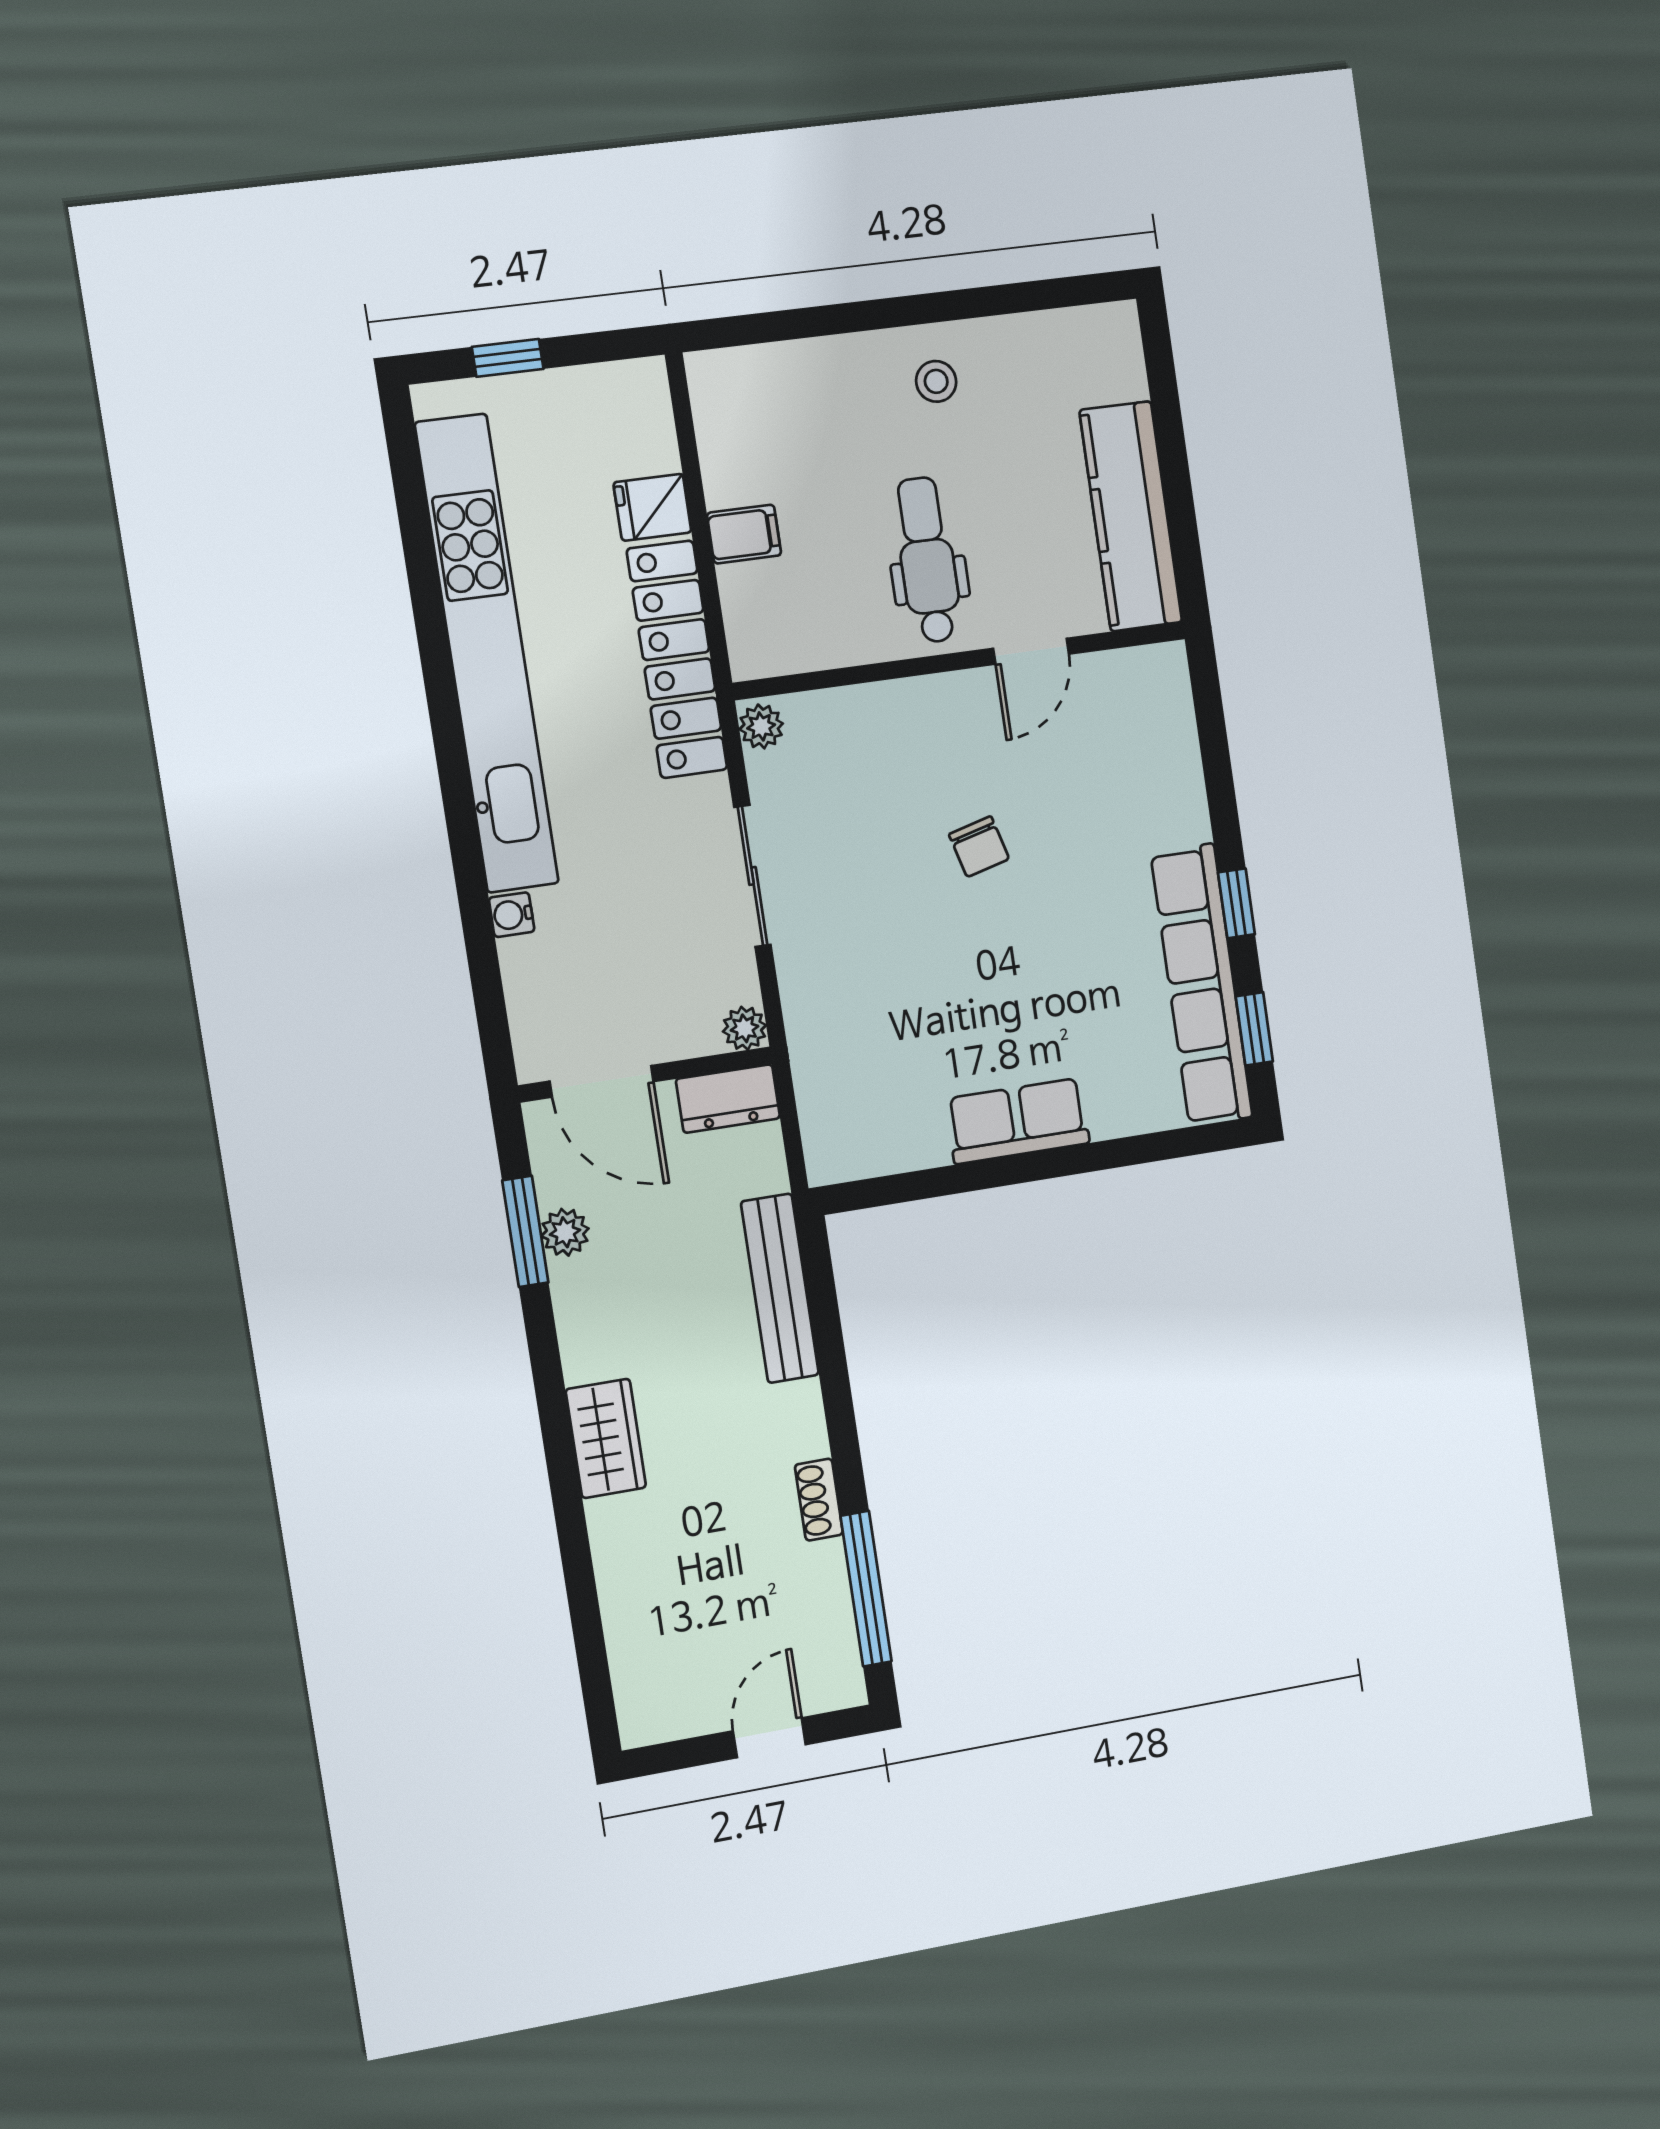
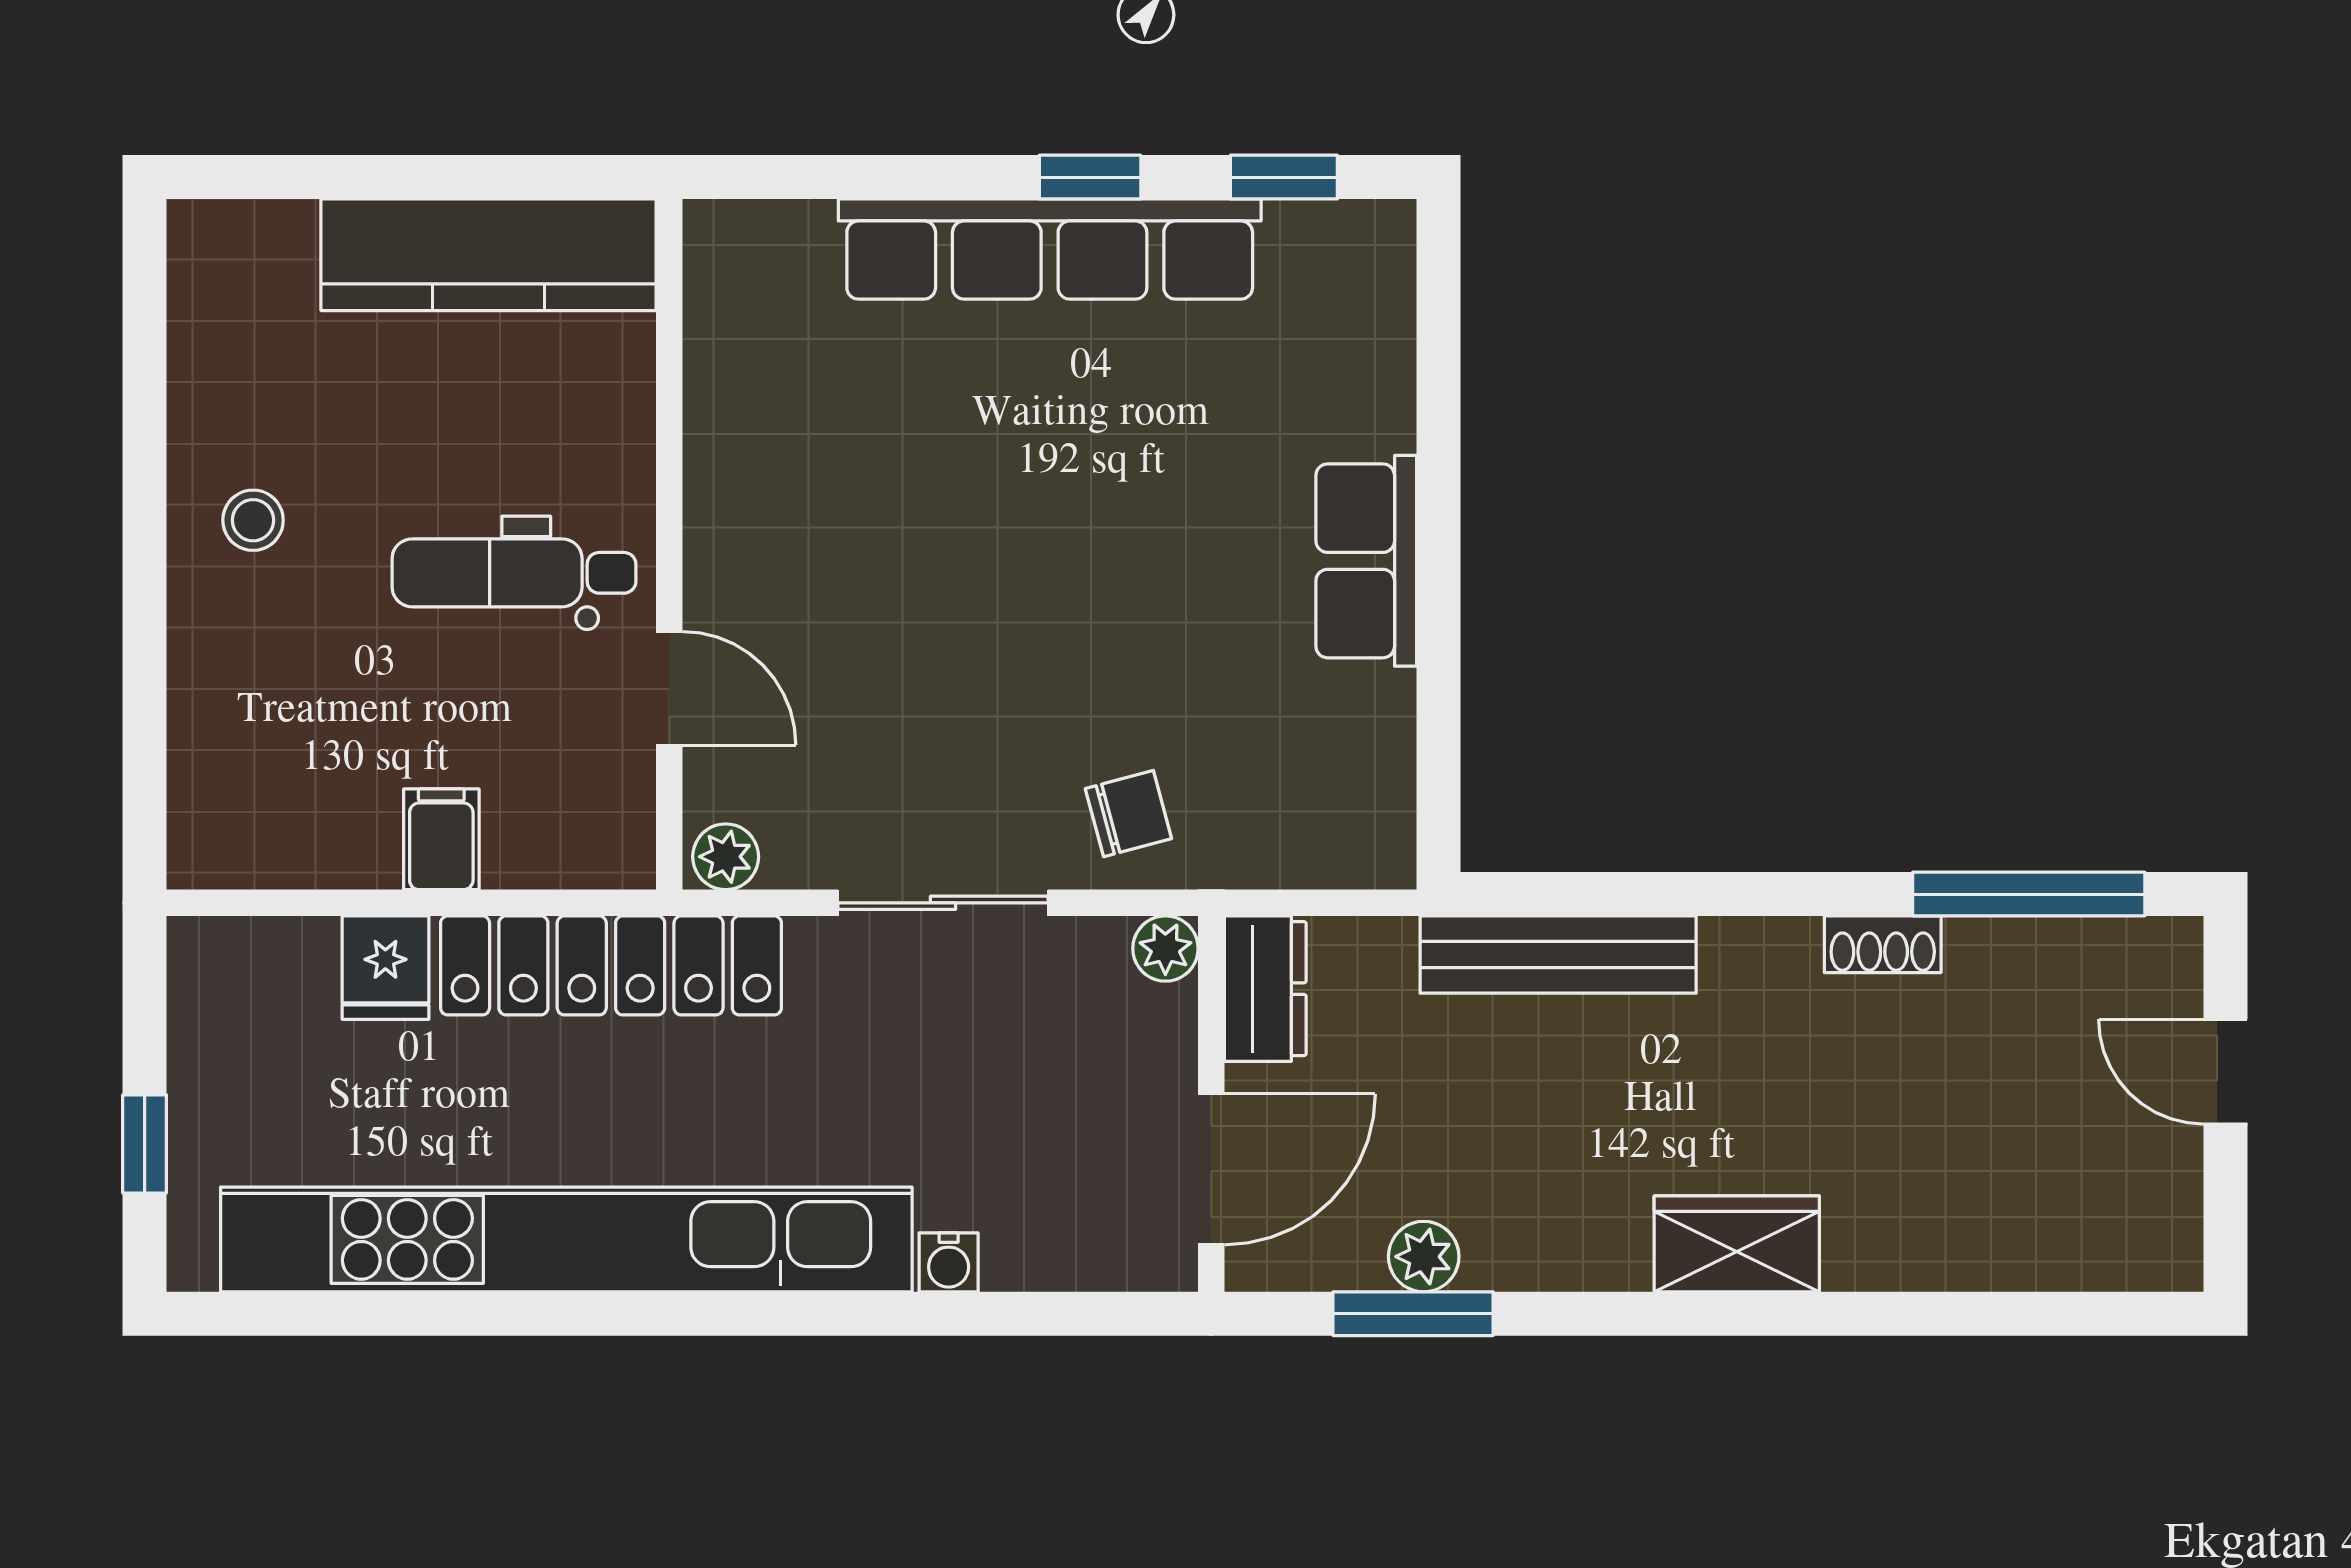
door: (1031, 651) -> (669, 688), moved
chair: (979, 847) -> (1128, 814), moved
row of seats: (1202, 985) -> (1050, 249), moved

